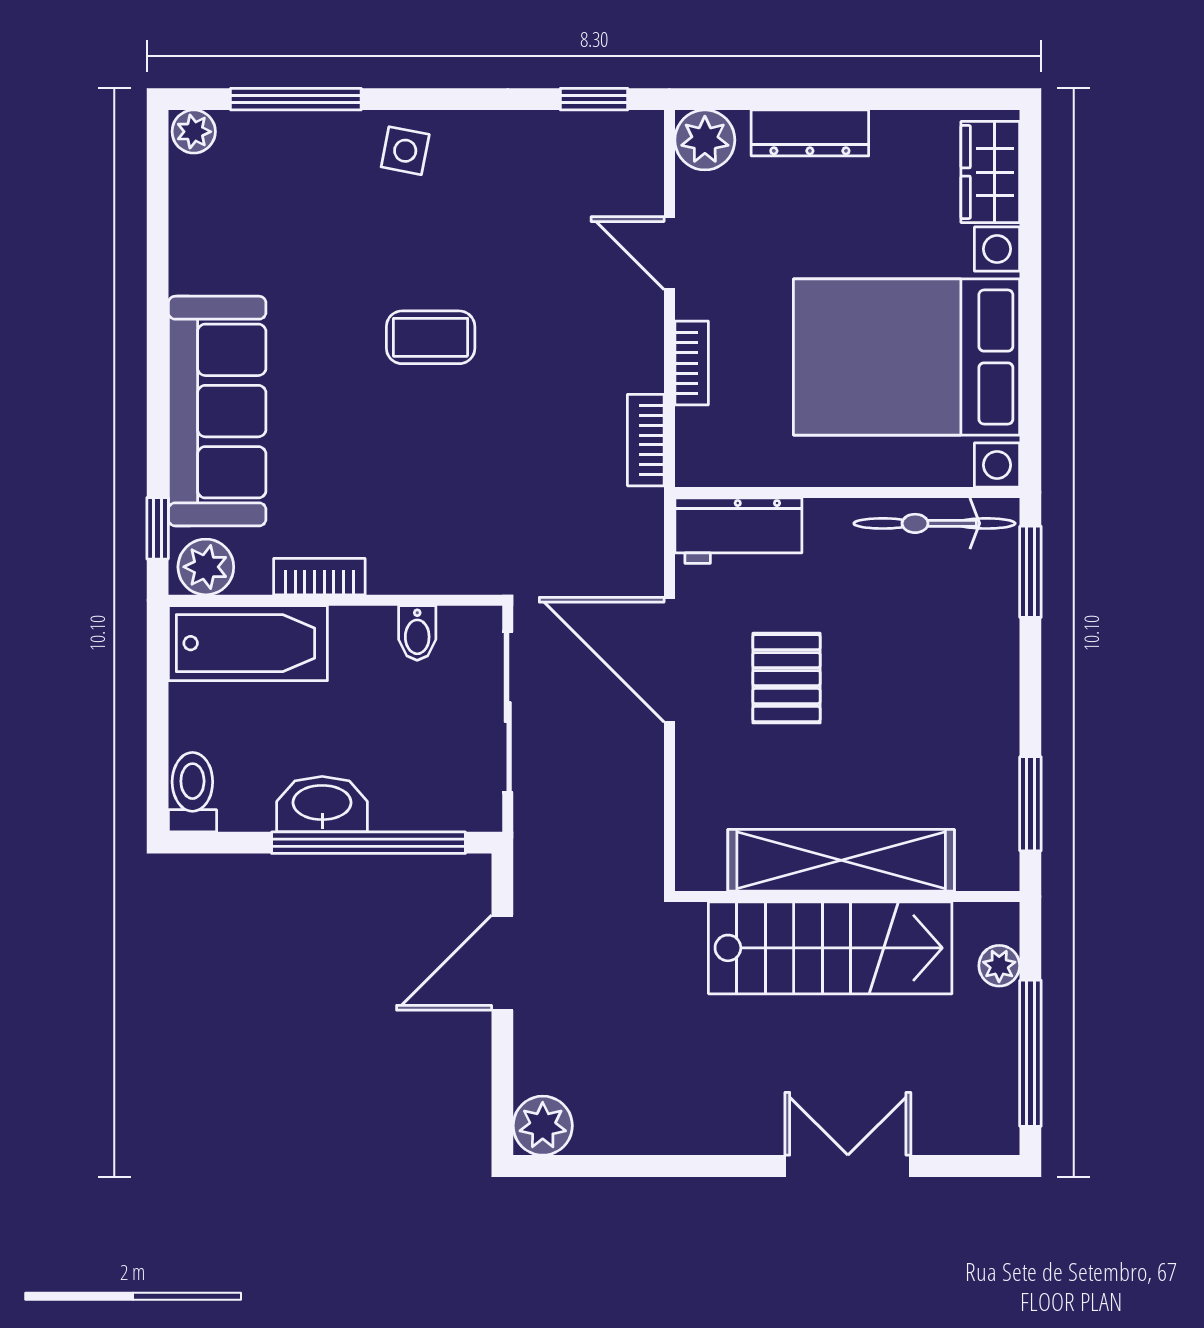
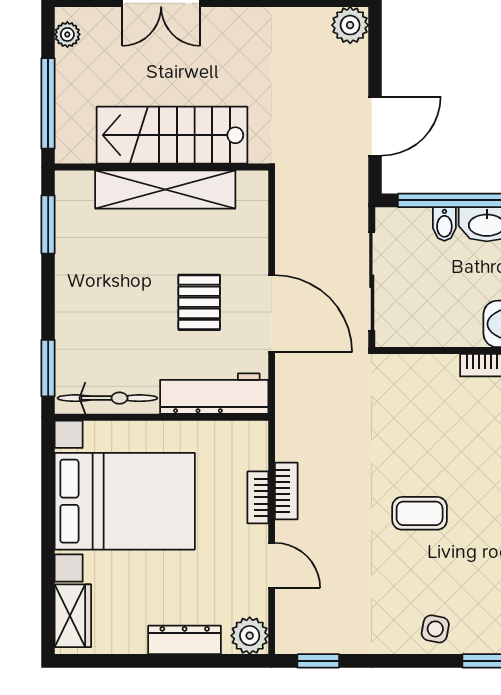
bookcase: (646, 440) -> (286, 491), moved
workbench: (738, 531) -> (214, 394), width x1.38
bidet: (417, 633) -> (444, 224), moved, turned 180
plant: (999, 966) -> (67, 34), moved
window: (1030, 1053) -> (48, 103), moved

